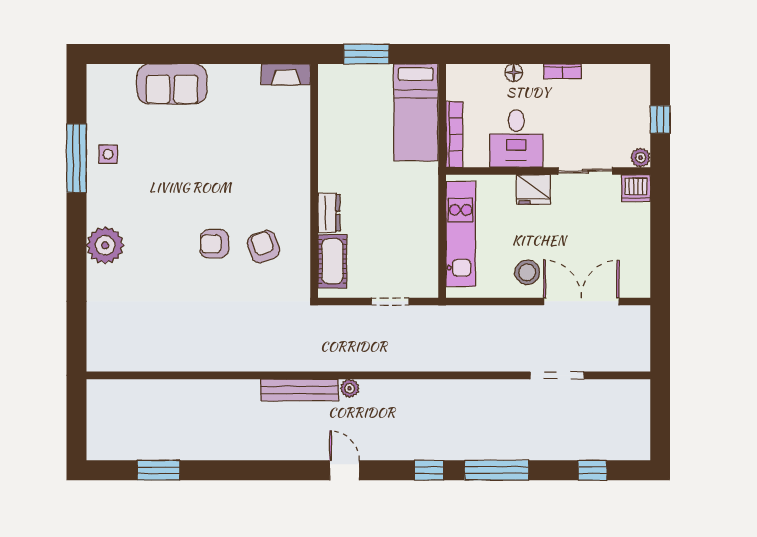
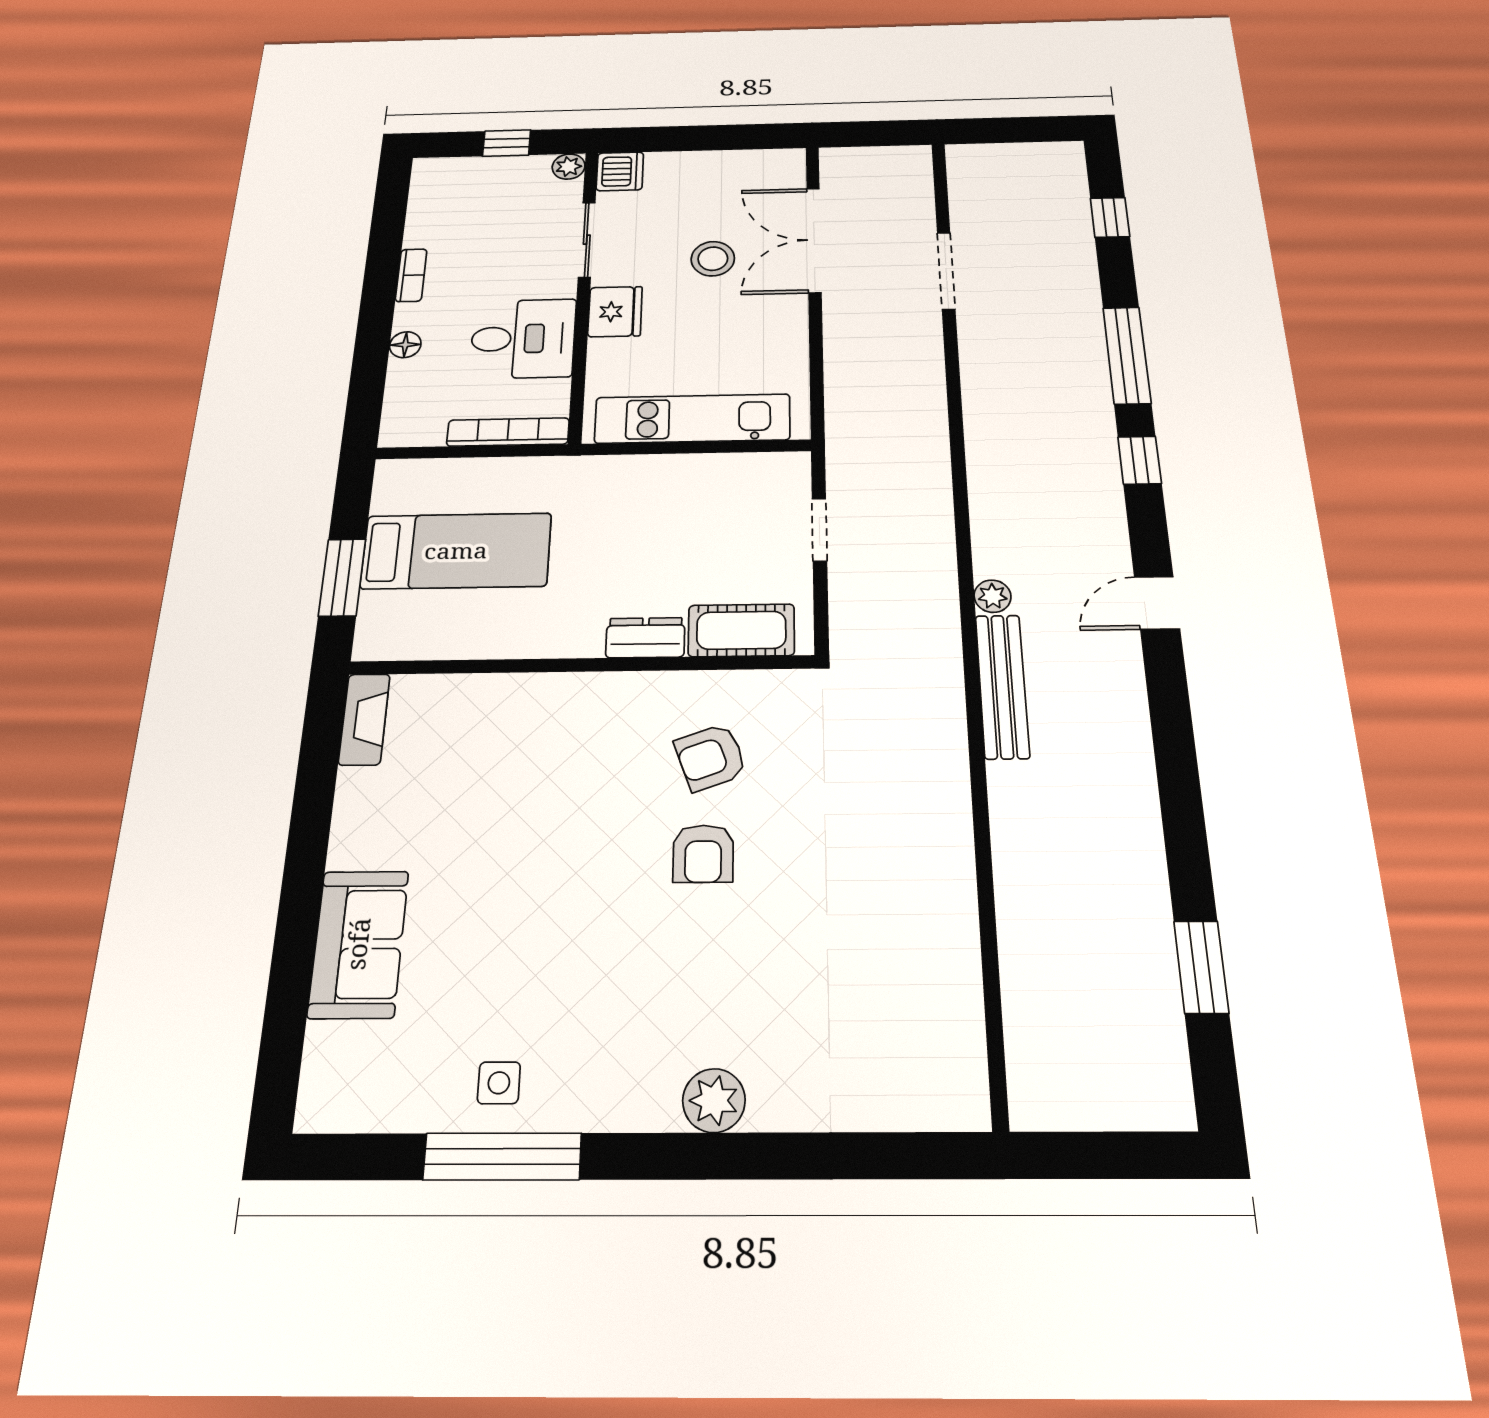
bed: (416, 112) -> (456, 551), moved
plant: (105, 245) -> (714, 1101), width x0.73, depth x0.73
stool: (527, 272) -> (713, 259), moved

